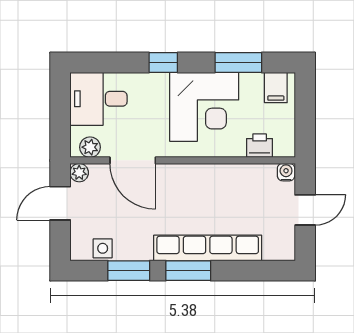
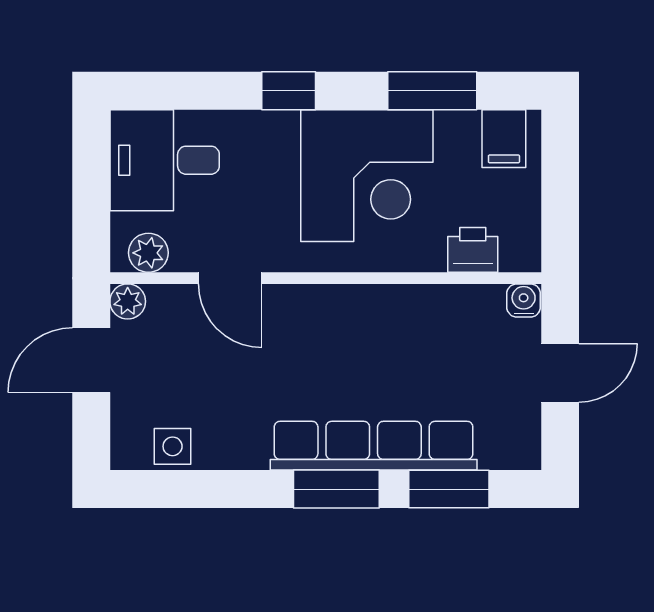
door: (133, 160) -> (230, 278), width x0.73
window: (129, 271) -> (449, 489), moved

